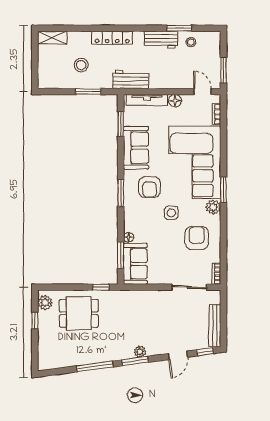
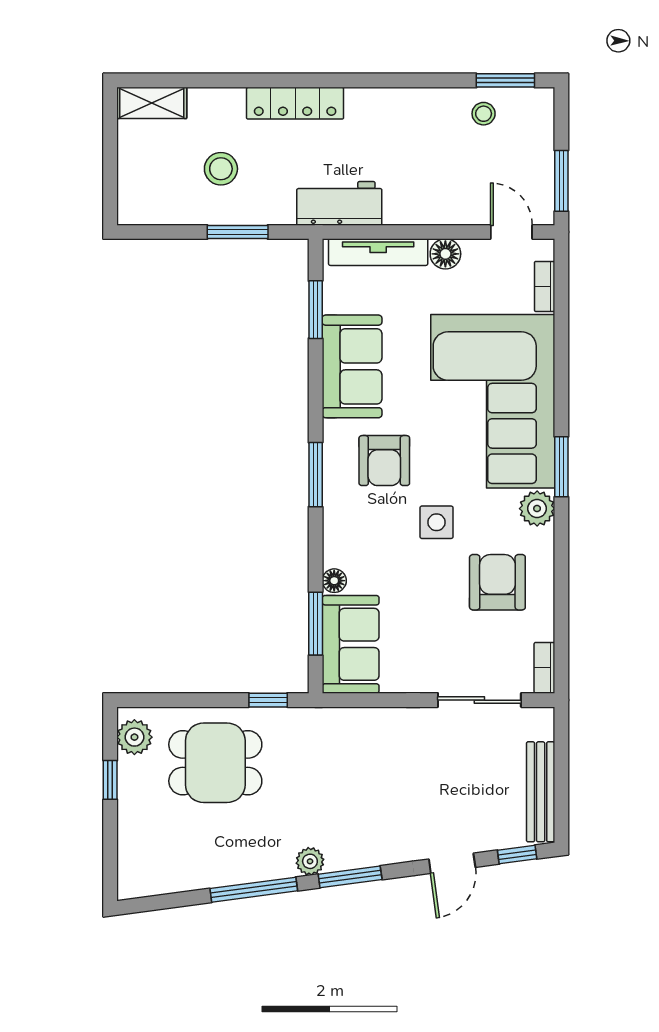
window: (179, 28) -> (505, 80), moved
workbench: (161, 40) -> (412, 108), removed
plant: (140, 352) -> (310, 861), moved

